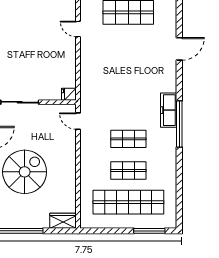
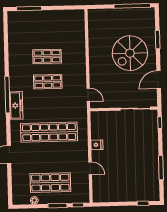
fridge: (69, 94) -> (97, 145), moved
shop shelf: (128, 202) -> (49, 132), moved
wardrobe: (63, 221) -> (98, 15), removed

